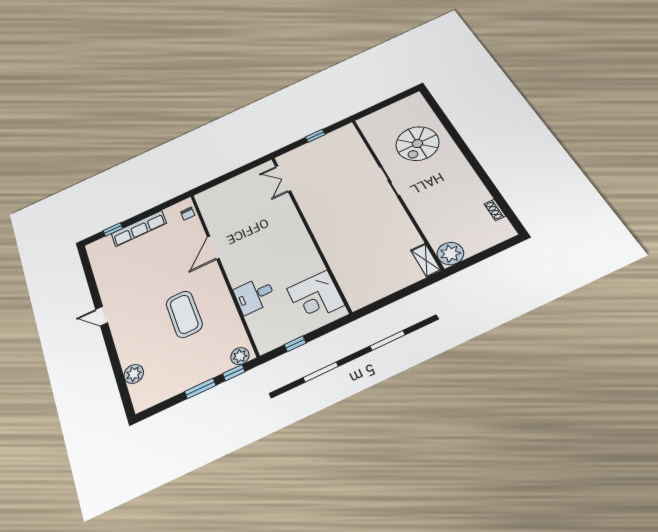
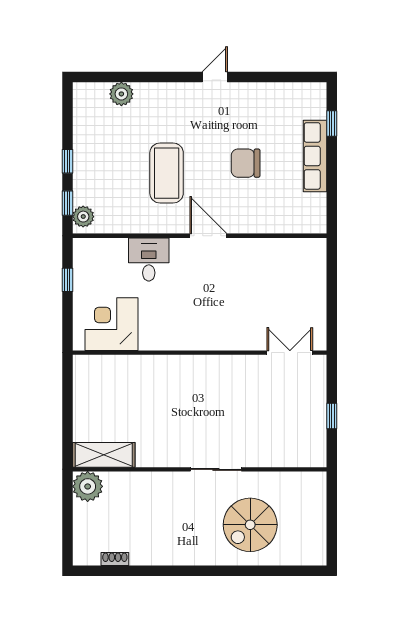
spiral stairs: (417, 144) -> (250, 525), turned -90
chair: (188, 214) -> (246, 163), moved, width x1.87, depth x1.87
door: (213, 248) -> (208, 236), moved
shelving: (426, 260) -> (104, 455), width x1.50, depth x1.33
coffee table: (184, 314) -> (167, 173), turned 90
window: (200, 388) -> (67, 161), width x0.67

